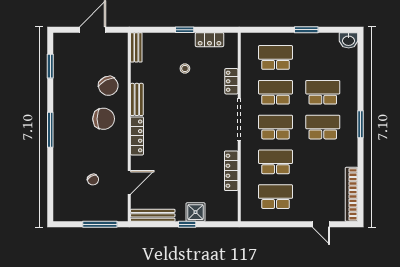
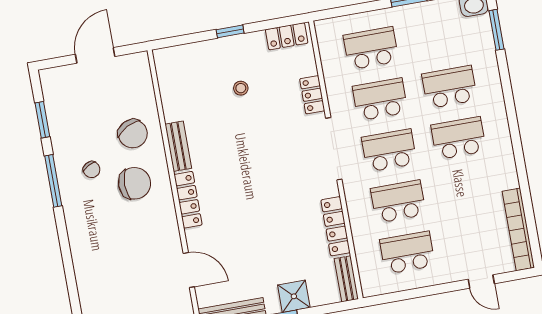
locker: (209, 40) -> (287, 36), moved
bench: (136, 47) -> (346, 279), moved
window: (360, 124) -> (496, 30), moved
window: (50, 130) -> (53, 181), moved
chair: (93, 180) -> (92, 170), moved
door: (129, 182) -> (189, 270), hinge flipped

